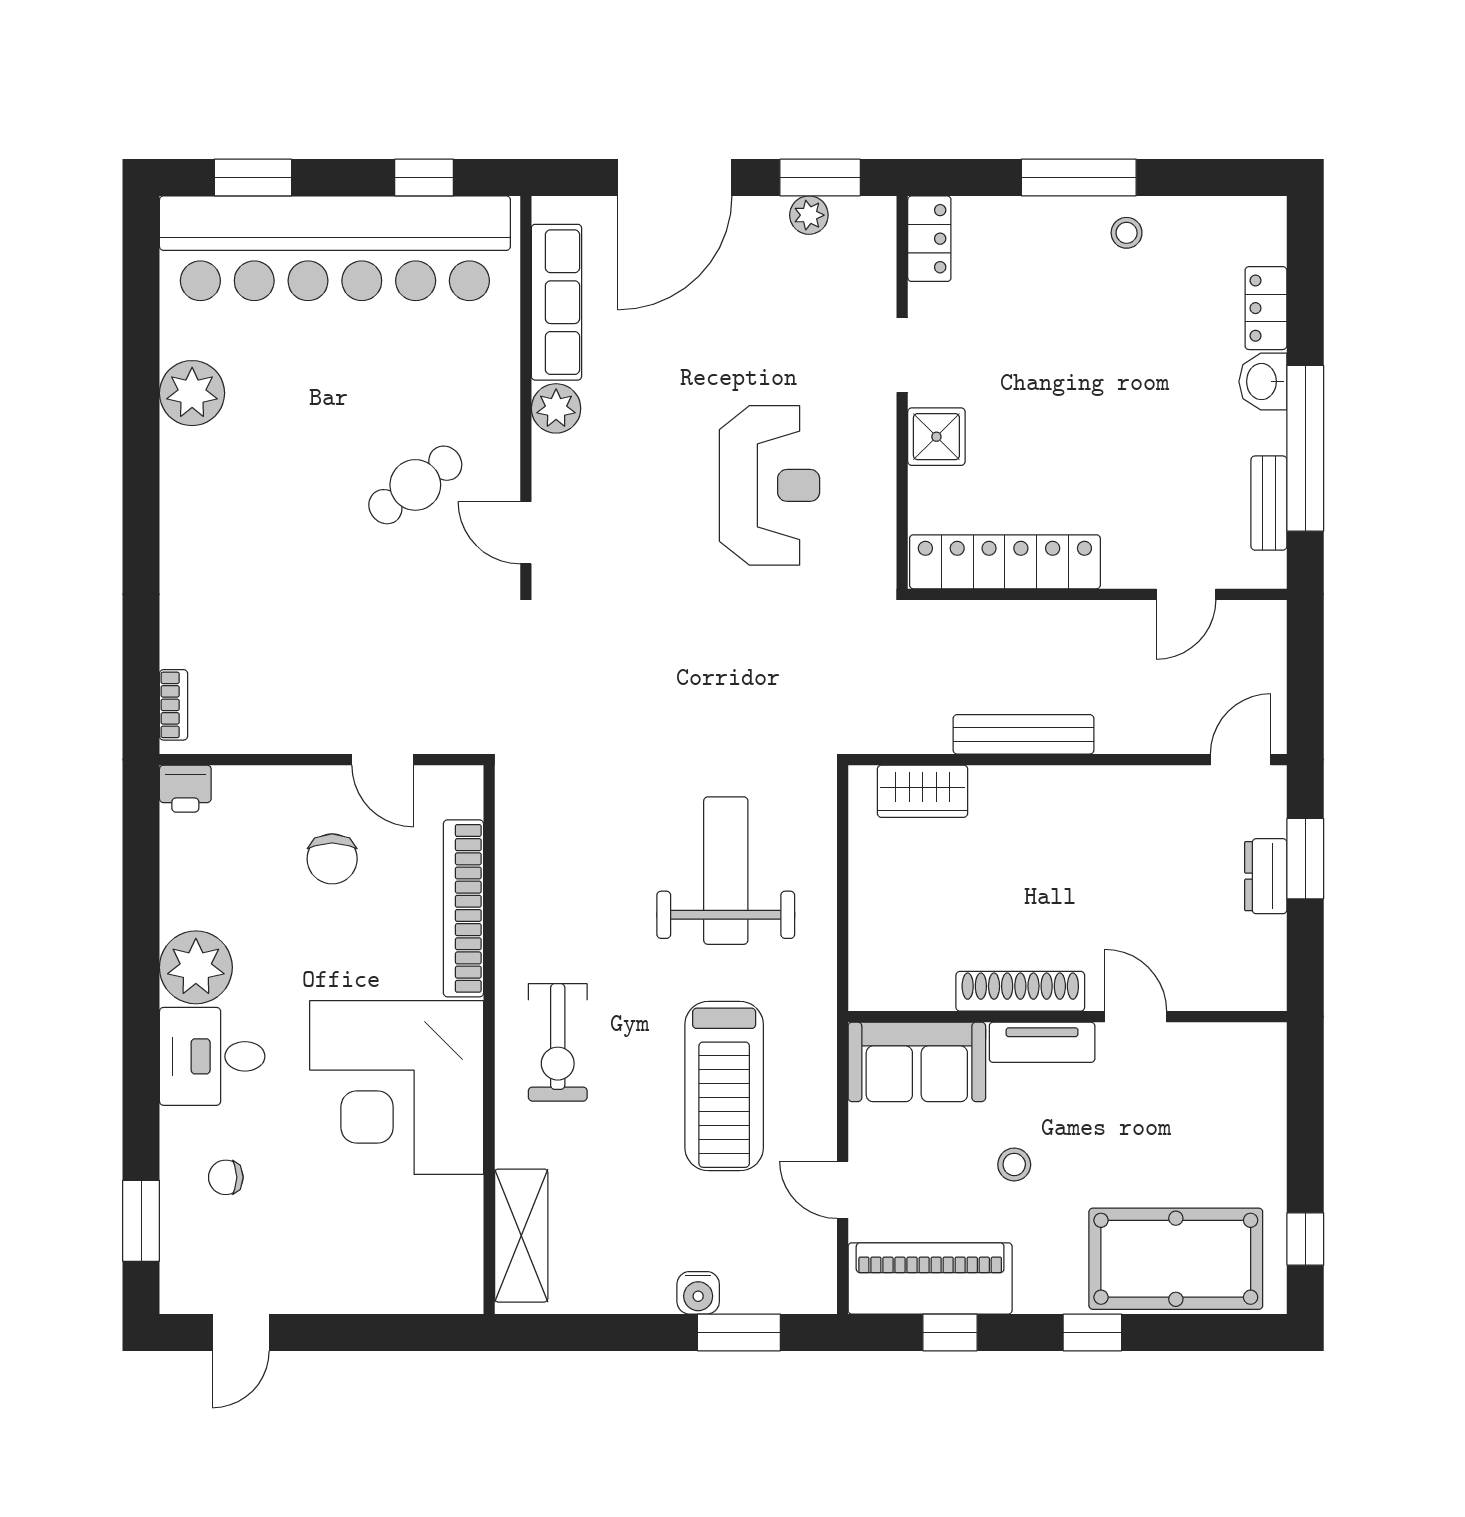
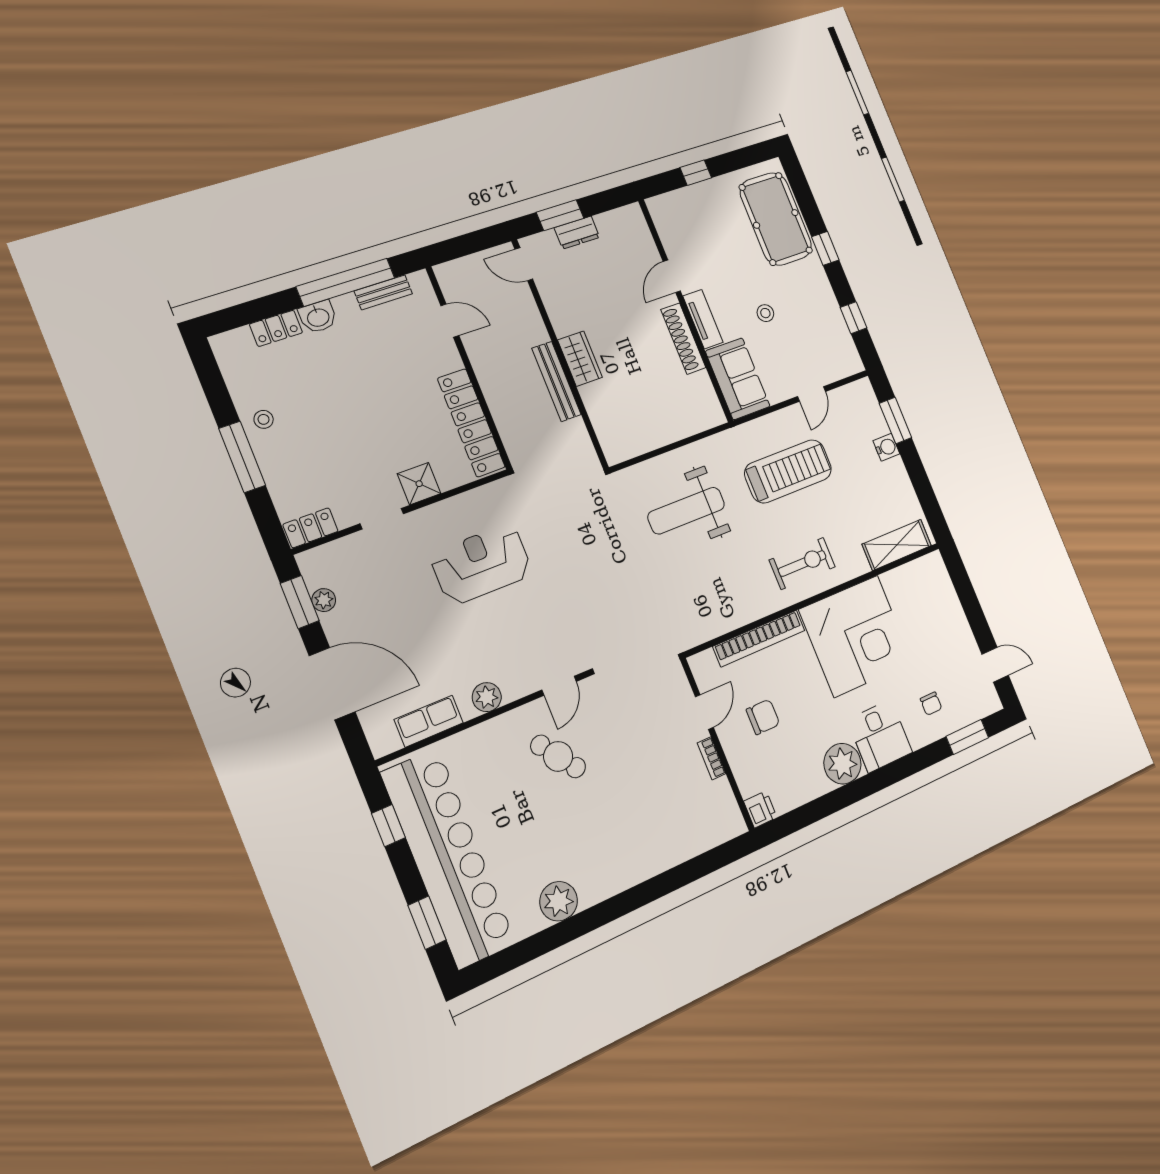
row of seats: (556, 302) -> (429, 721), width x0.68
bookcase: (174, 705) -> (712, 758), moved, turned -90
wardrobe: (923, 791) -> (580, 359), moved
window: (1305, 1239) -> (696, 173), moved
piano: (930, 1278) -> (834, 336), removed

